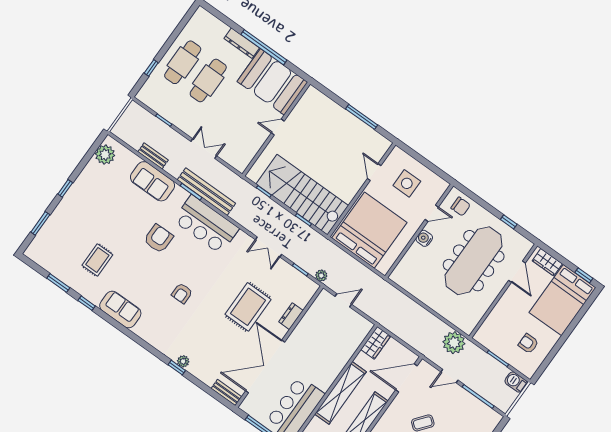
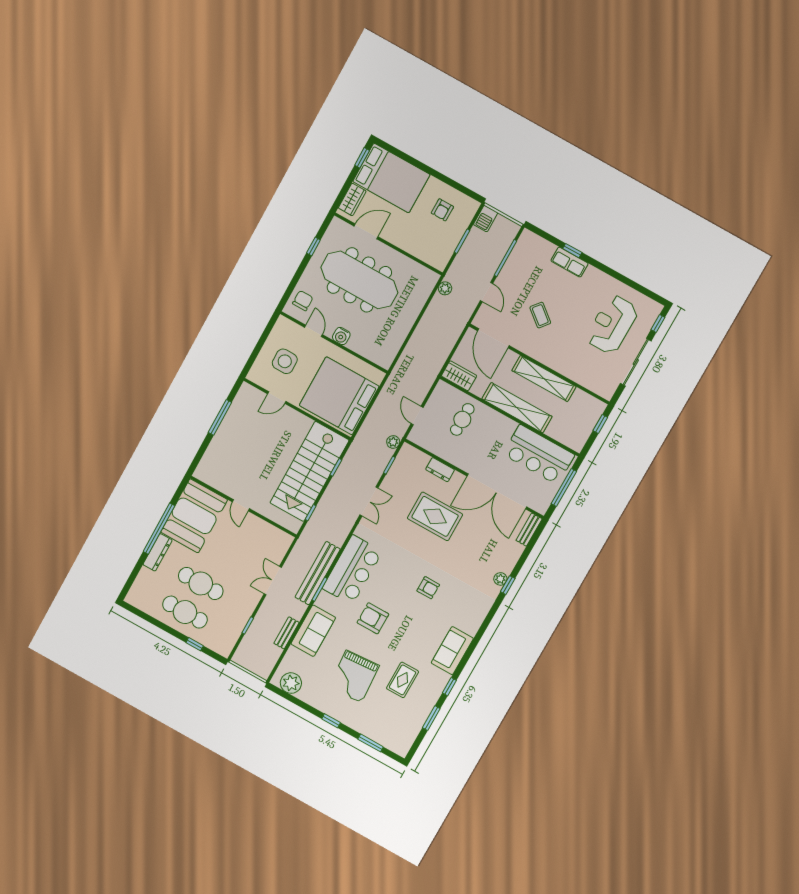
grand piano: (105, 215) -> (354, 676), added
rug: (97, 260) -> (403, 680), turned 90
cafe table: (335, 342) -> (462, 419), added
plant: (454, 343) -> (445, 288), width x0.53, depth x0.53

